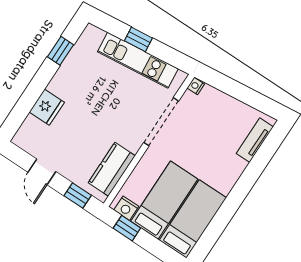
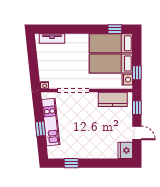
fridge: (47, 107) -> (125, 150), moved, turned -90
door: (42, 172) -> (137, 133), hinge flipped
window: (209, 238) -> (115, 29), added

